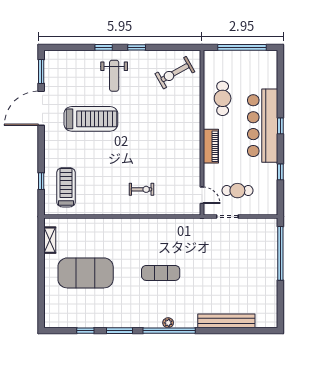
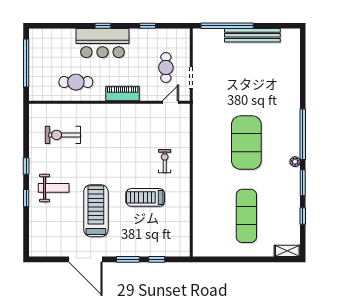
window: (41, 72) -> (128, 259), moved
exercise bike: (175, 73) -> (63, 135), moved, turned 119
bar counter: (263, 126) -> (102, 43), width x0.73
treadmill: (66, 187) -> (145, 197), moved
shelving: (50, 240) -> (287, 251), moved
exercise mat: (86, 273) -> (246, 216), width x0.68
exercise mat: (161, 273) -> (246, 143), width x2.00, depth x1.45
bench: (226, 321) -> (252, 35), moved, turned 90
plant: (168, 323) -> (295, 162), moved

